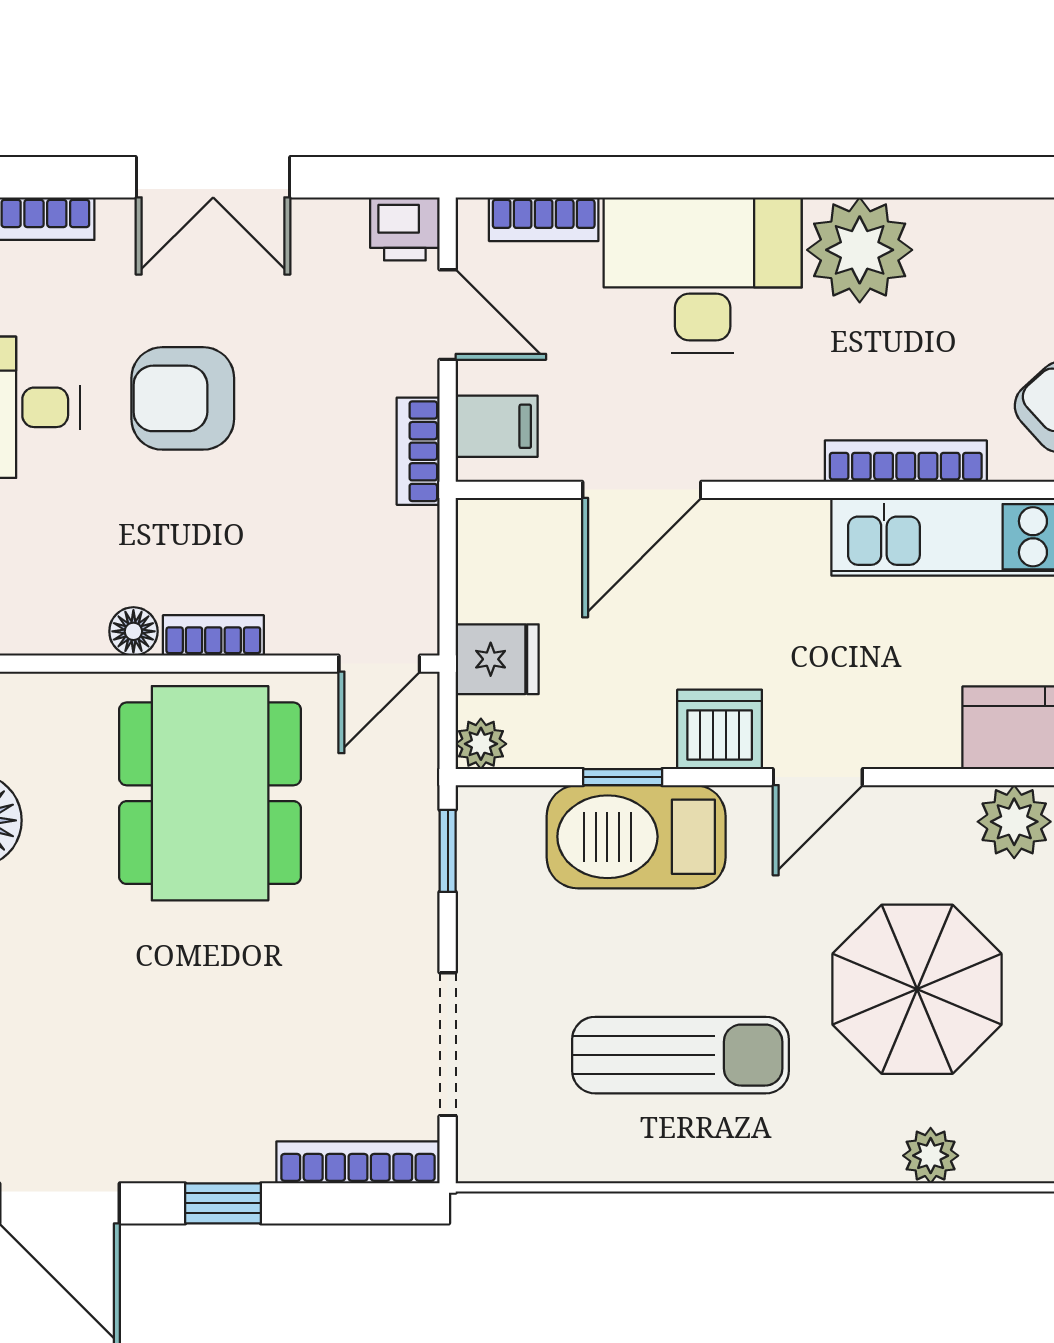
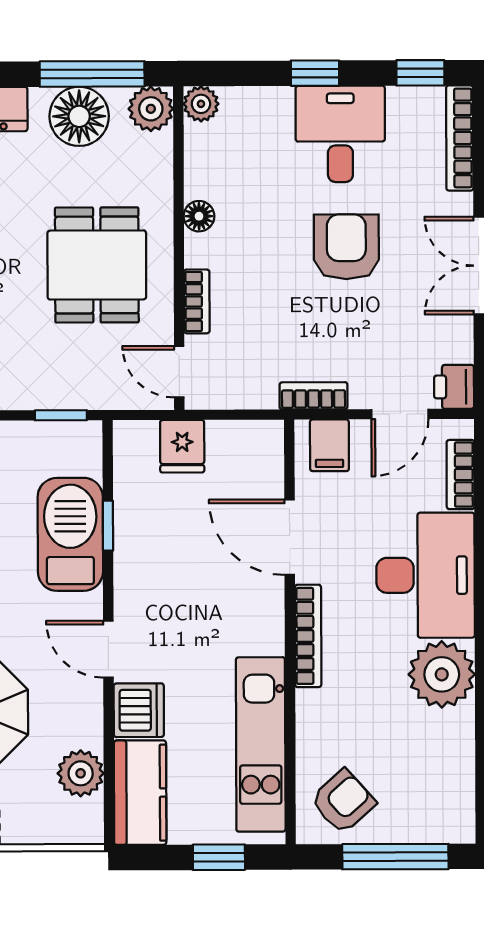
bookcase: (906, 461) -> (308, 636), moved
bookcase: (213, 635) -> (197, 301), moved
dishwasher: (720, 729) -> (139, 710), moved
plant: (481, 744) -> (129, 436), removed
dining table: (210, 793) -> (97, 265), width x0.73

